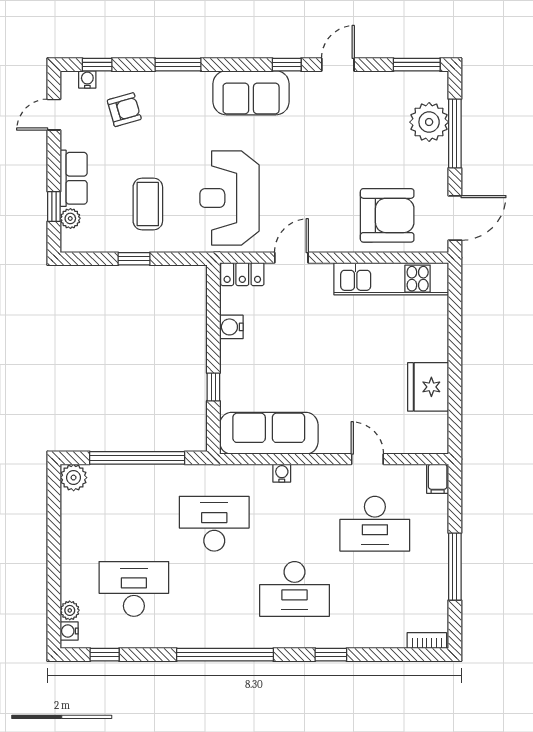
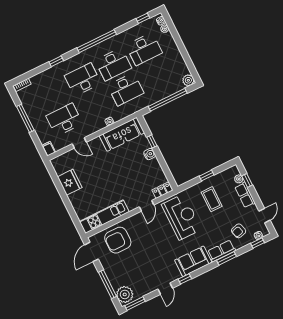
row of seats: (181, 85) -> (222, 251), added
plant: (429, 122) -> (125, 294), moved
water cooler: (231, 327) -> (150, 154), moved
desk: (214, 589) -> (113, 64), added

